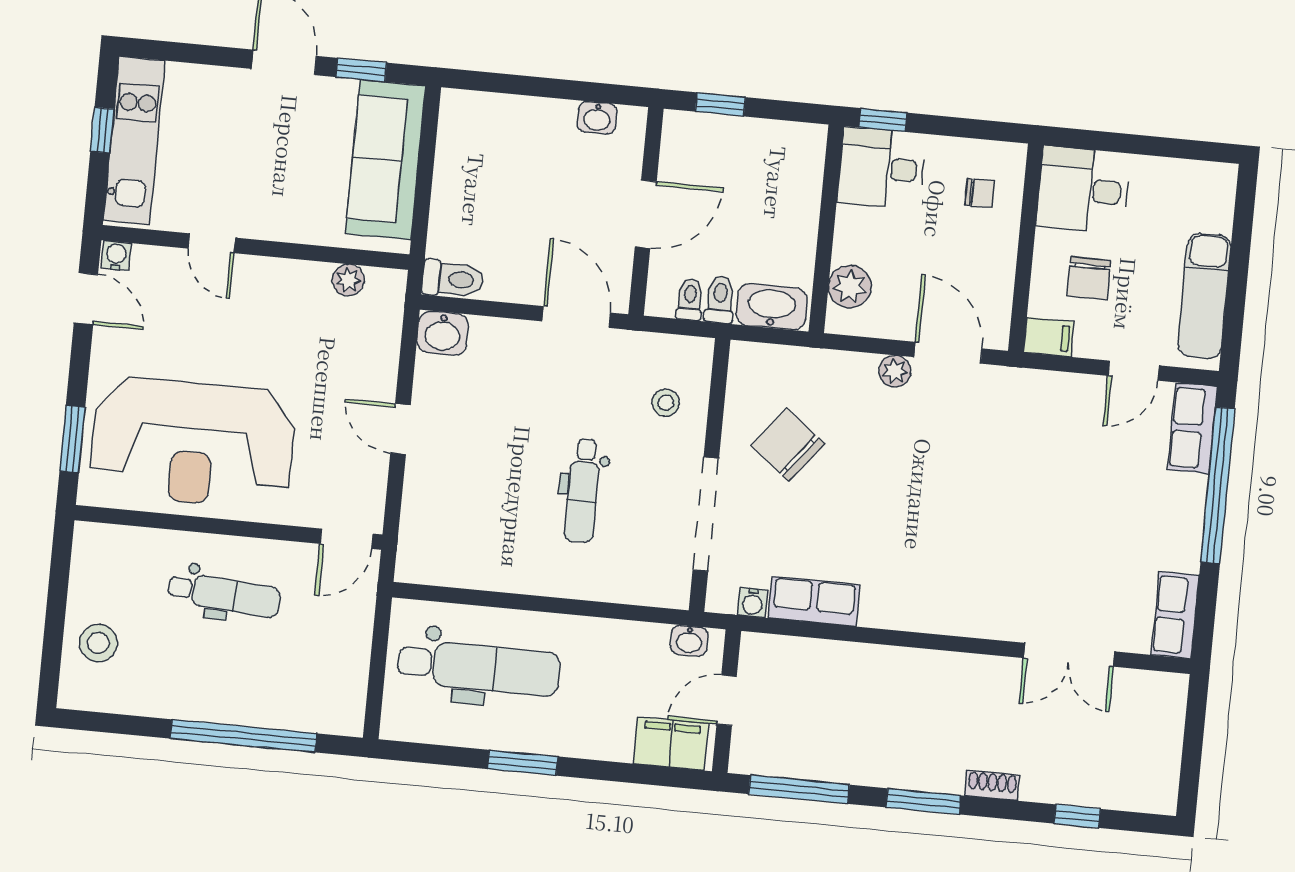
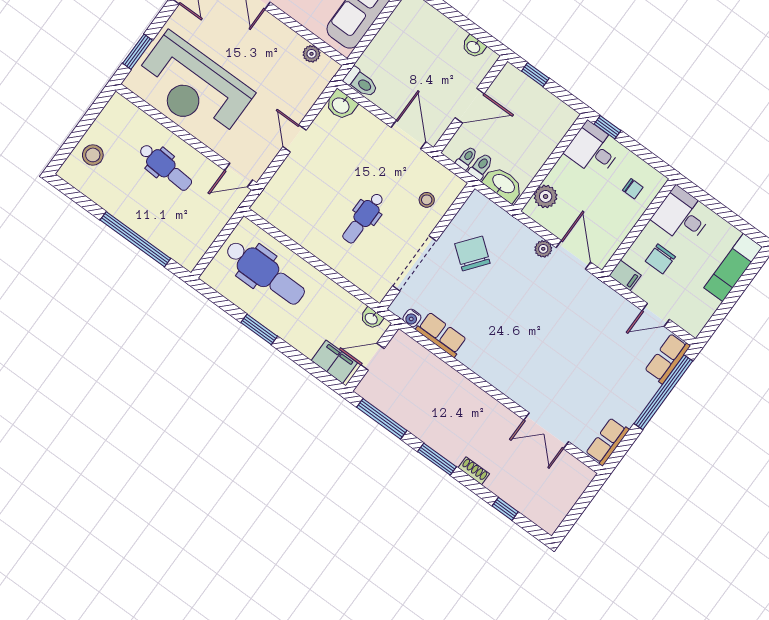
exam couch: (1204, 296) -> (733, 267), moved

